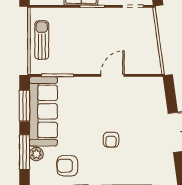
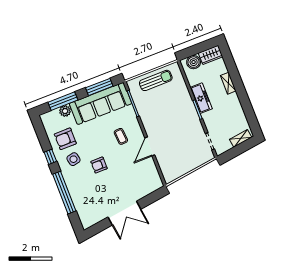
door: (112, 75) -> (150, 146), swing flipped
coffee table: (89, 103) -> (121, 136), added
side table: (93, 165) -> (73, 159), added
armchair: (67, 166) -> (65, 139), turned -90

